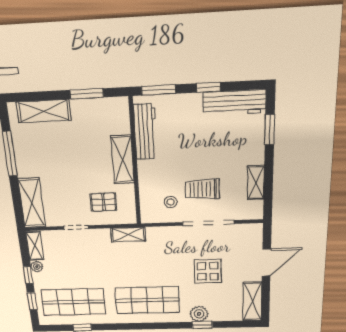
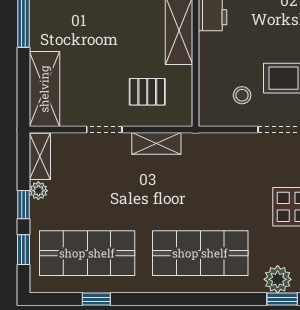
shelving: (128, 235) -> (156, 143), moved

